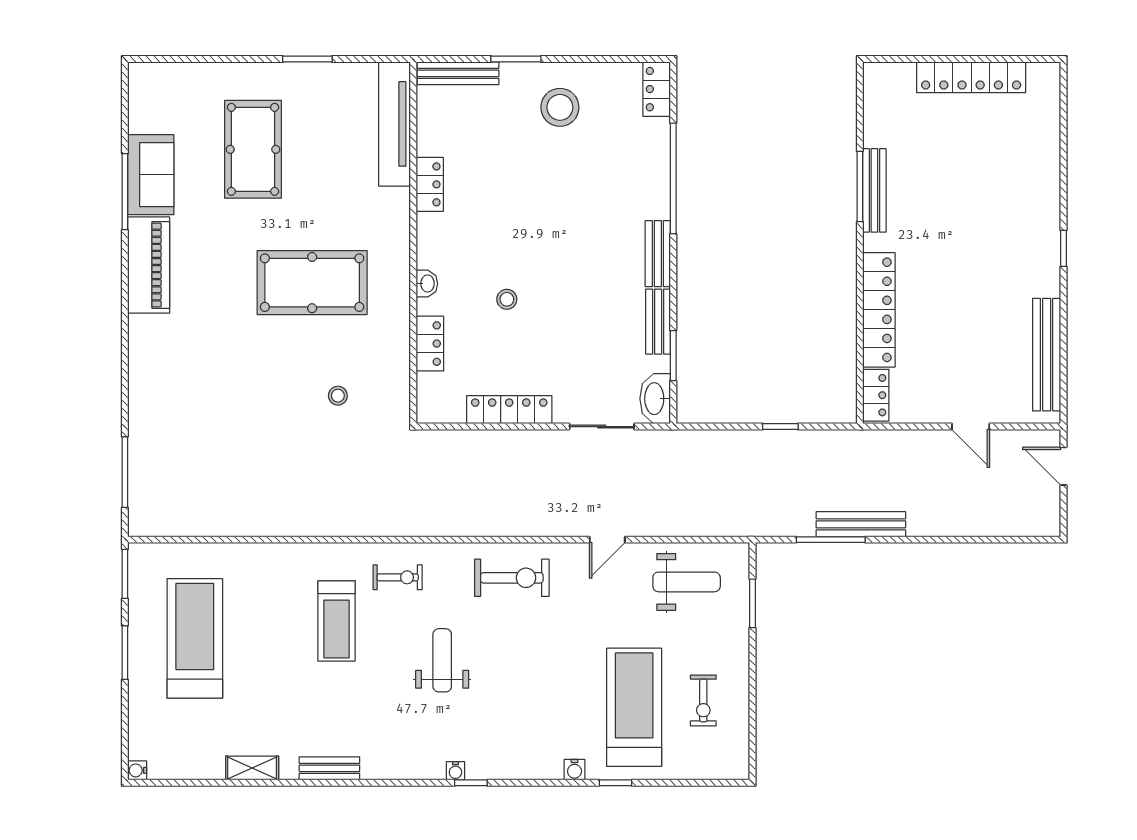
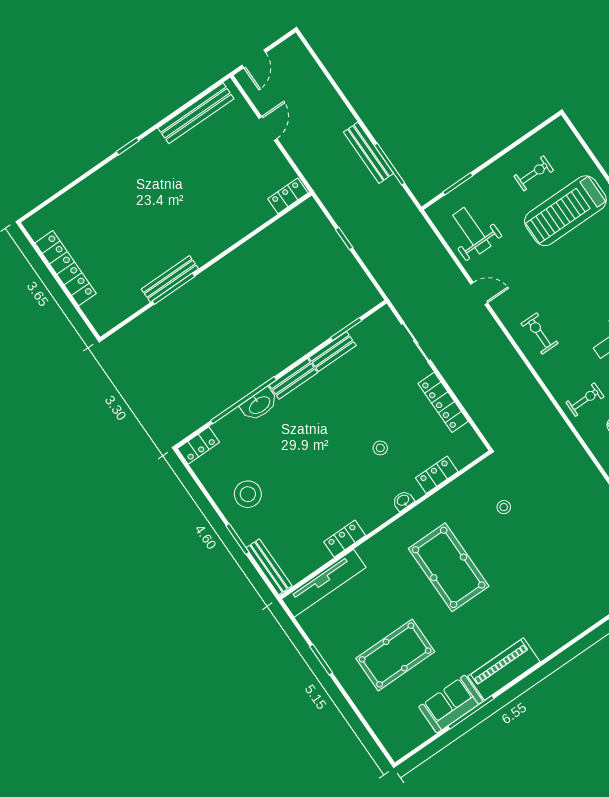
locker: (879, 310) -> (237, 228), removed
washbasin: (655, 399) -> (259, 405), moved
exercise bike: (398, 577) -> (585, 400), turned 90
exercise bike: (512, 578) -> (539, 333), width x0.73, depth x0.72

